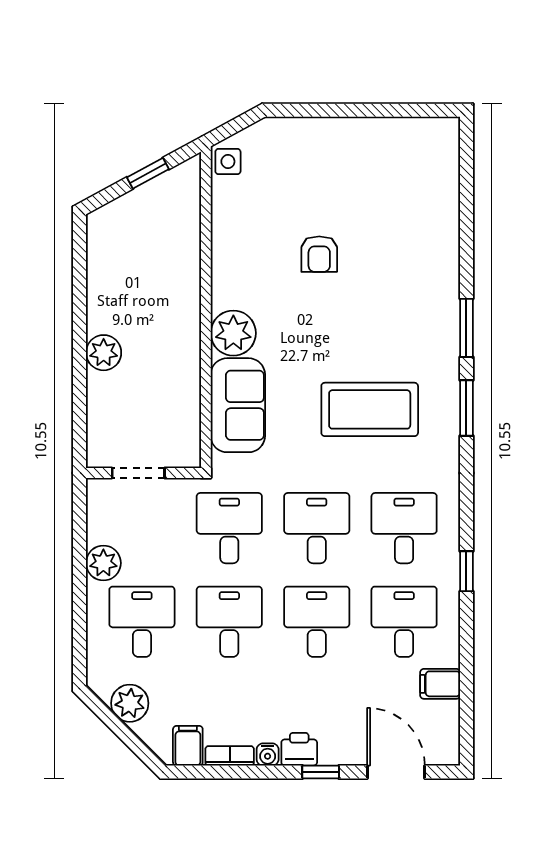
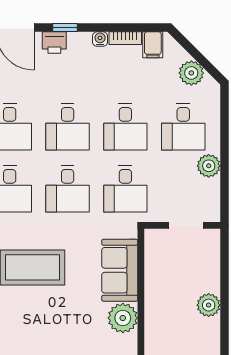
printer: (299, 749) -> (54, 43), moved

